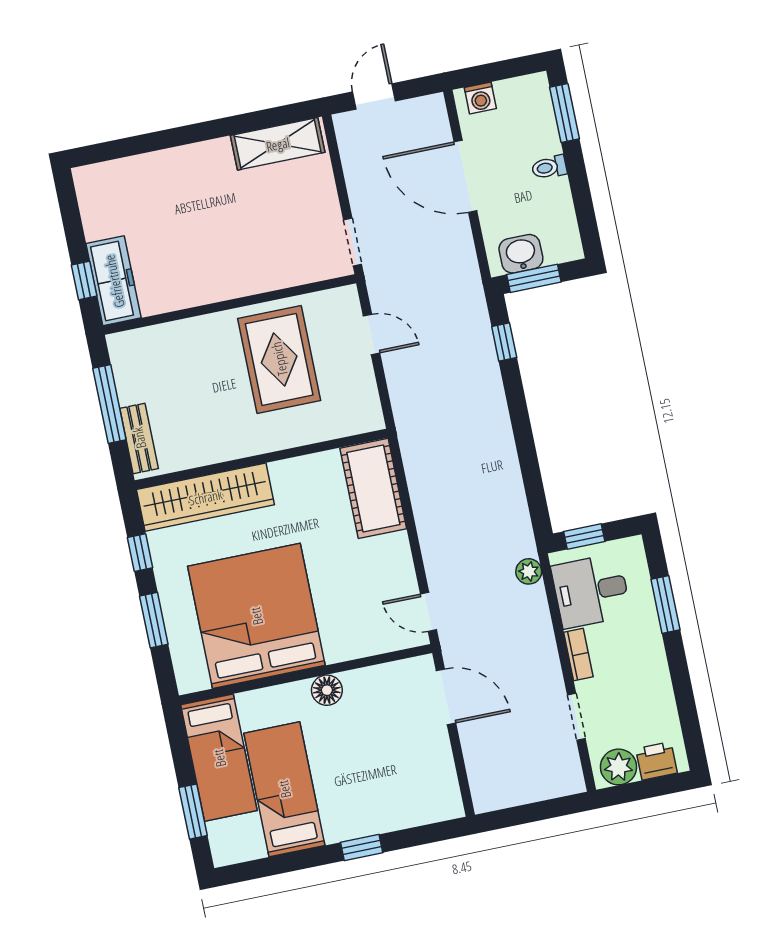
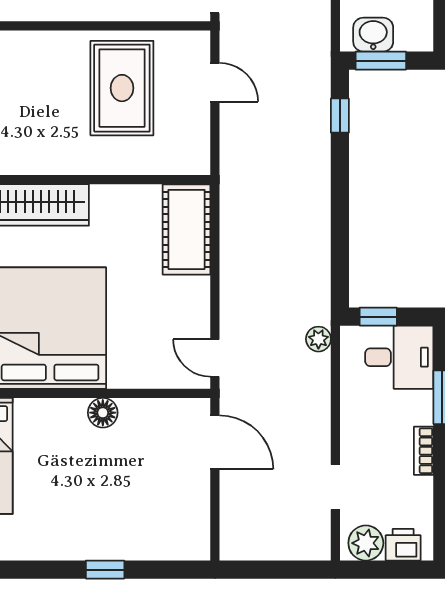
desk: (591, 591) -> (399, 357), moved, turned 180
bookcase: (578, 654) -> (424, 451), moved, turned 180
bed: (284, 789) -> (43, 499), removed

